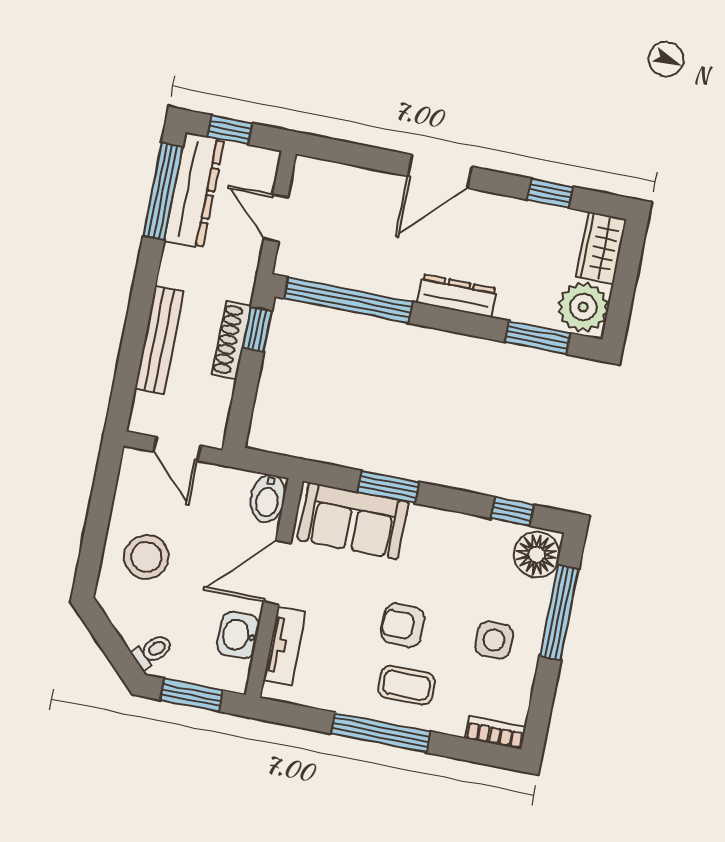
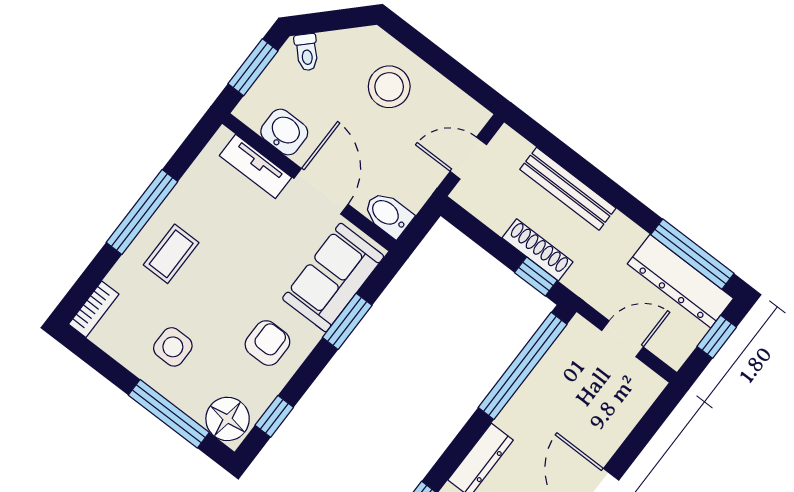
armchair: (403, 625) -> (267, 343), moved

